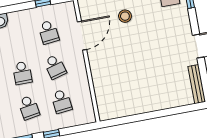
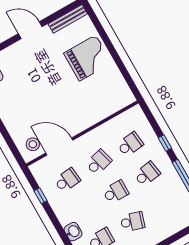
stool: (125, 16) -> (33, 144), moved
grand piano: (154, 90) -> (88, 58), added

